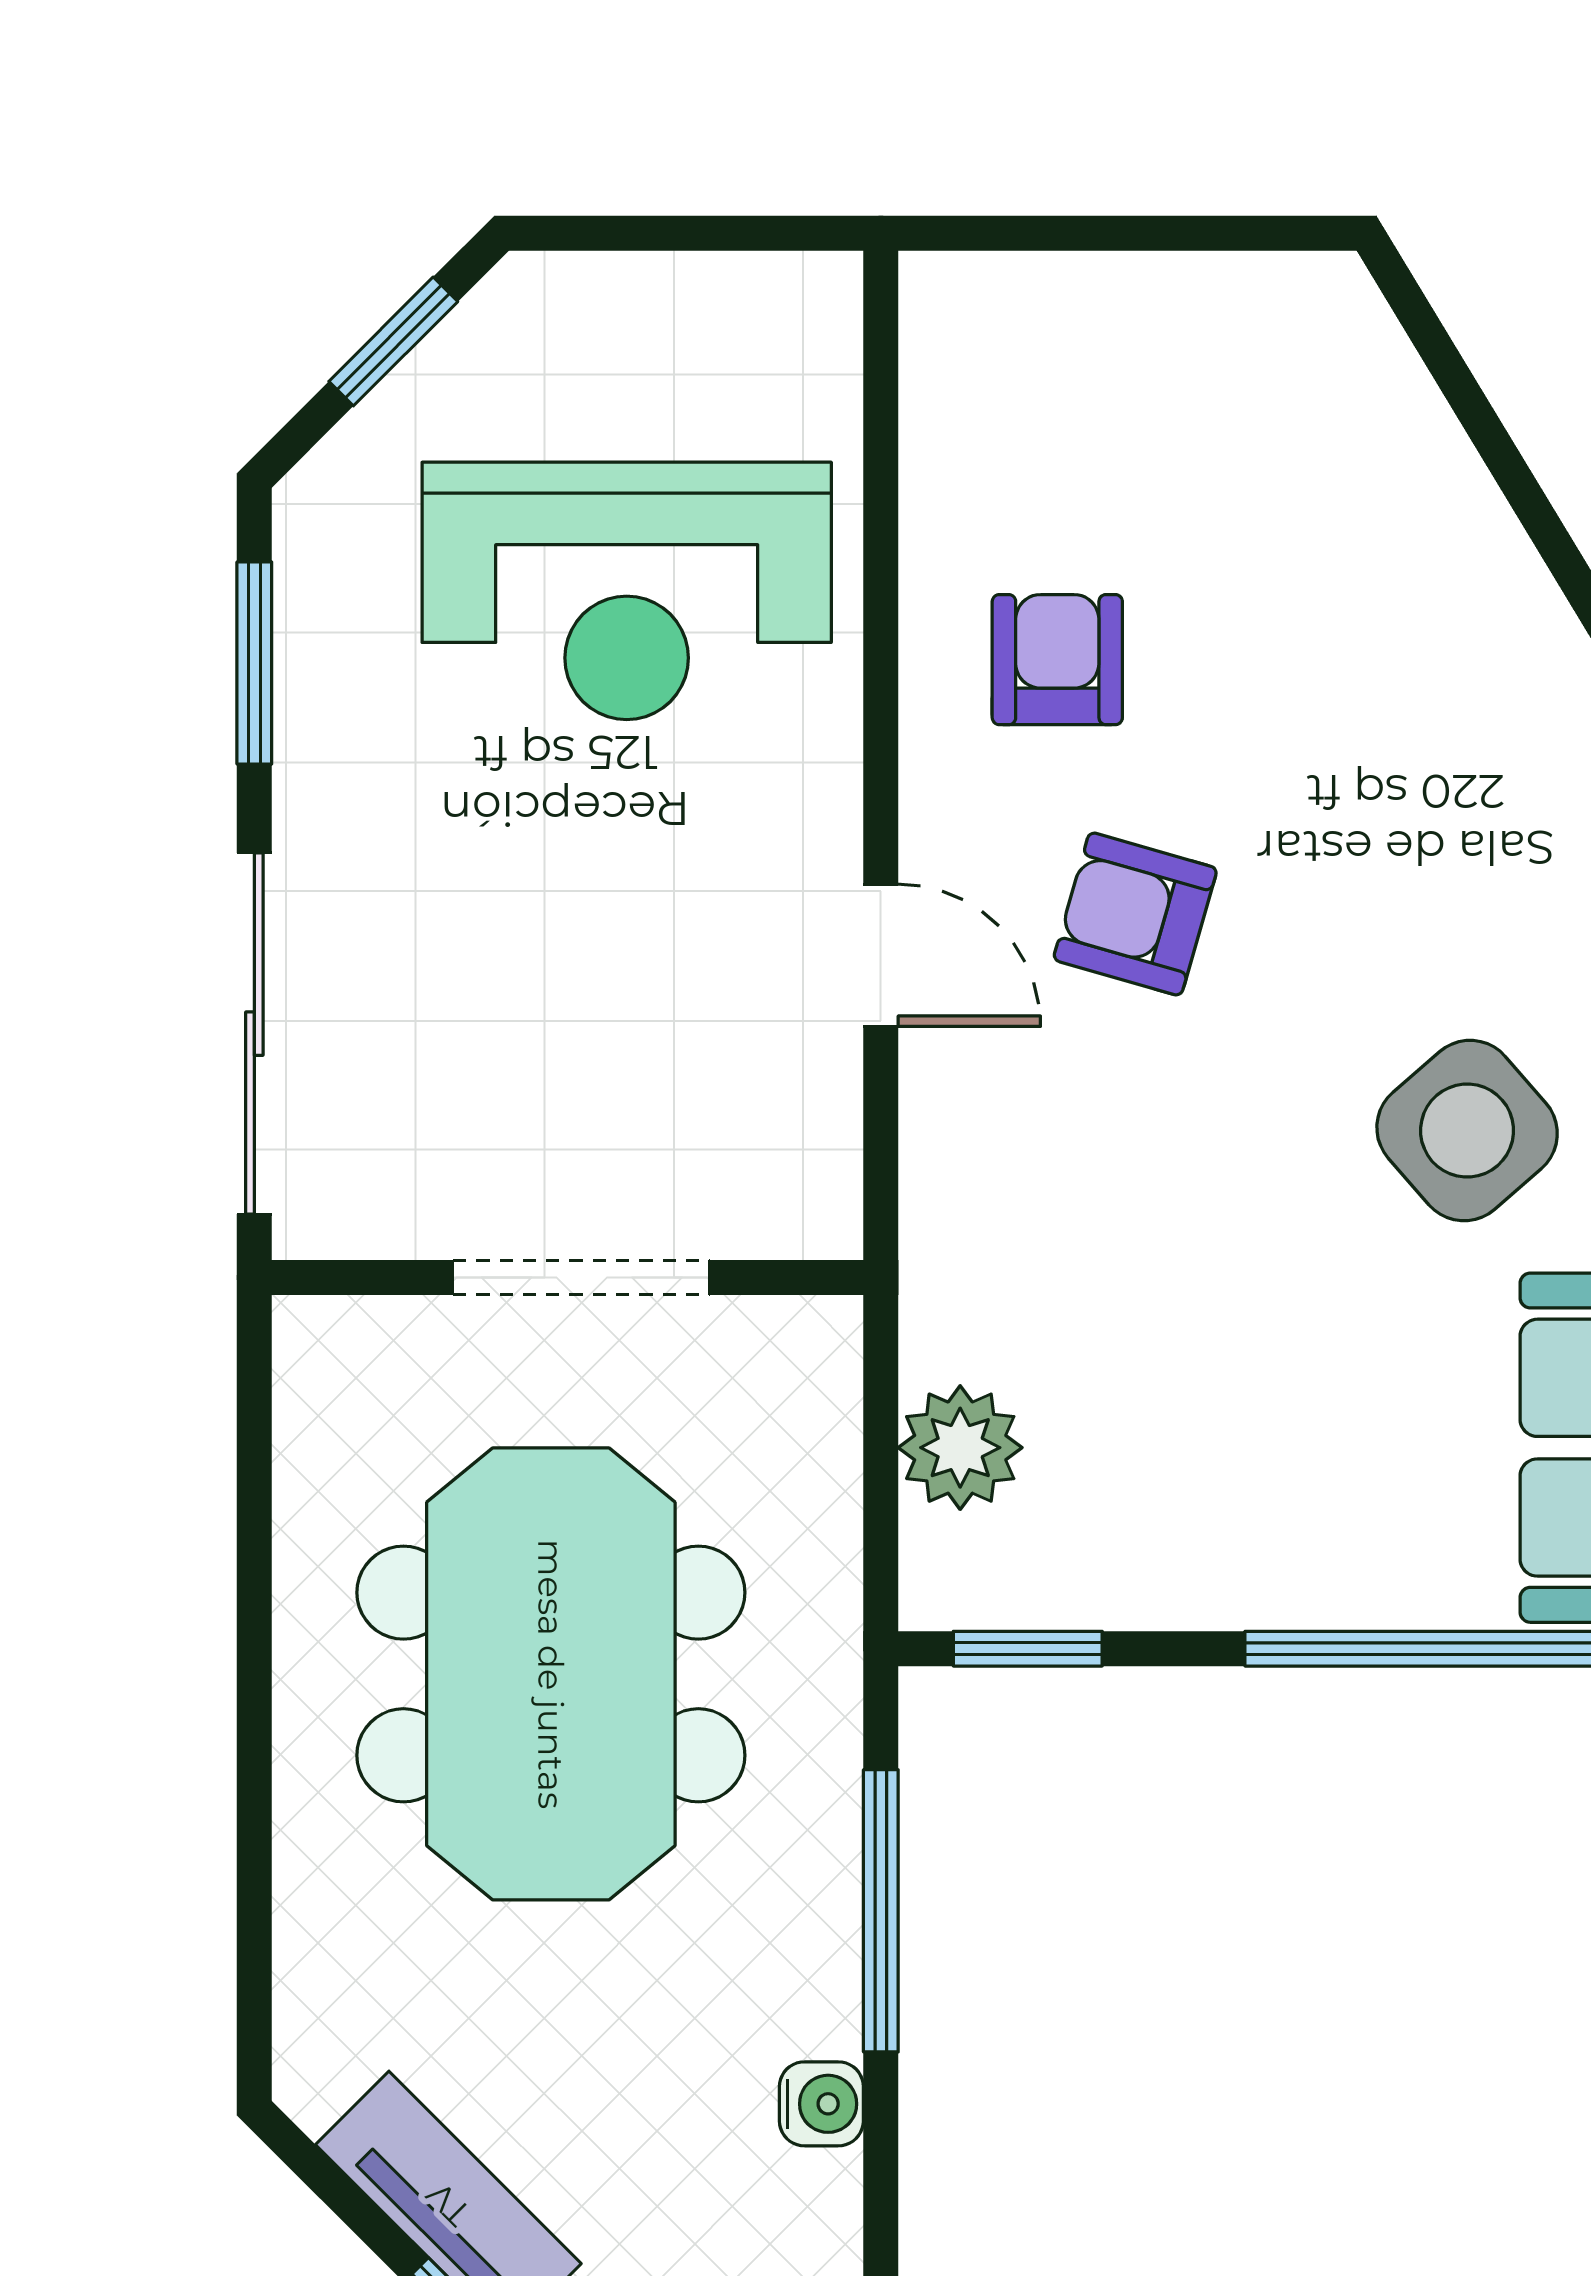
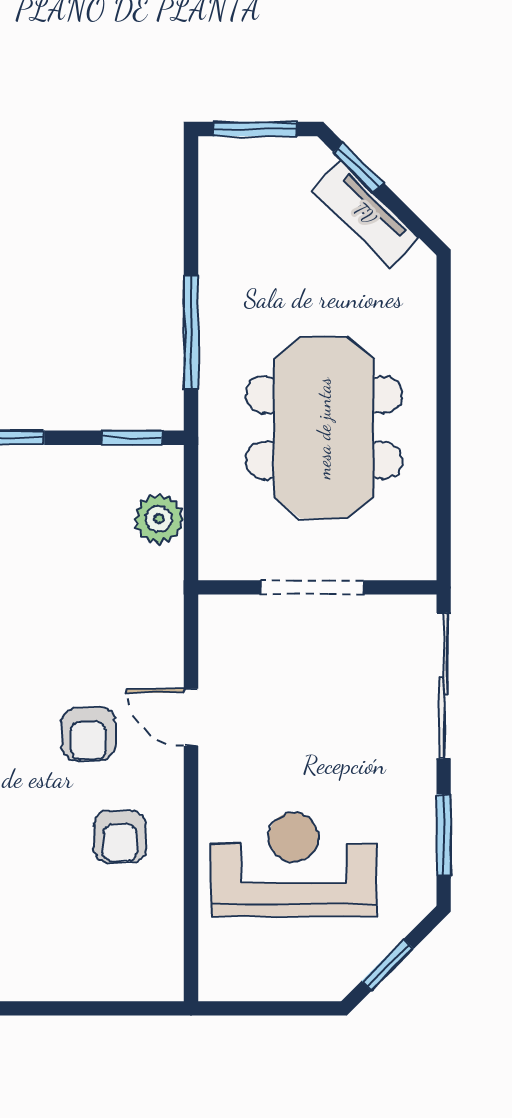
armchair: (1135, 914) -> (88, 734), turned 74
water cooler: (821, 2104) -> (215, 254), removed

